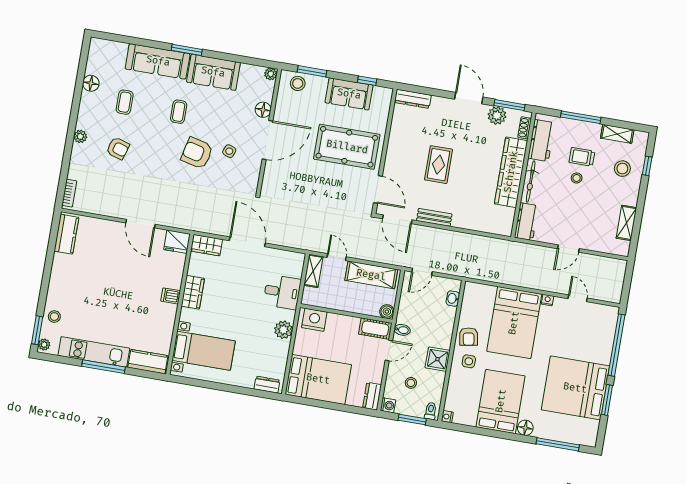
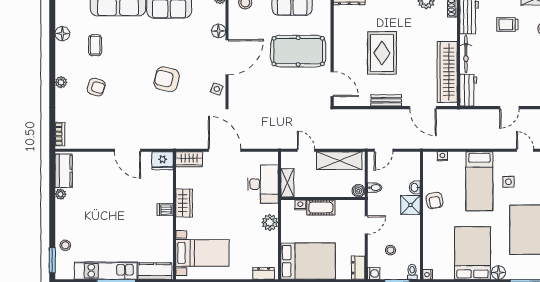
coffee table: (179, 112) -> (144, 46), removed
side table: (229, 151) -> (217, 89), moved
rug: (439, 165) -> (382, 53), width x1.36, depth x1.43
wardrobe: (511, 172) -> (447, 72), moved
stool: (577, 178) -> (506, 44), removed
door: (397, 219) -> (423, 108), moved
shelving: (313, 271) -> (287, 183), moved
desk: (282, 292) -> (263, 184), width x1.37
washbasin: (453, 299) -> (415, 187), moved
nightstand: (547, 300) -> (442, 156), moved
nightstand: (314, 320) -> (300, 205), width x0.53, depth x0.56
bed: (514, 323) -> (479, 181), width x0.67
cot: (375, 329) -> (321, 208), moved
bidet: (402, 330) -> (375, 188), moved
plant: (44, 345) -> (60, 194), moved
shower: (438, 359) -> (410, 205), moved
side table: (469, 361) -> (508, 182), moved

